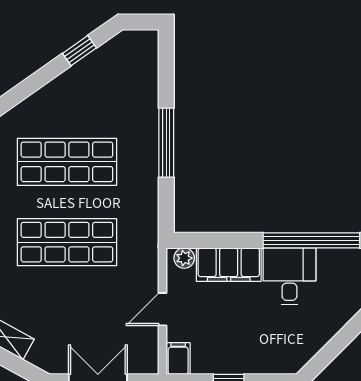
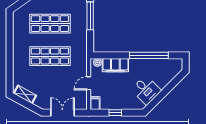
desk: (289, 276) -> (146, 90), moved, turned 135

